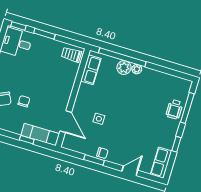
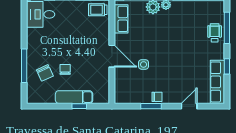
wheelchair: (174, 109) -> (215, 33), turned 180
door: (66, 122) -> (112, 56), moved
exam couch: (40, 134) -> (74, 97), moved
row of seats: (161, 163) -> (217, 82), width x1.48

